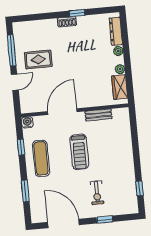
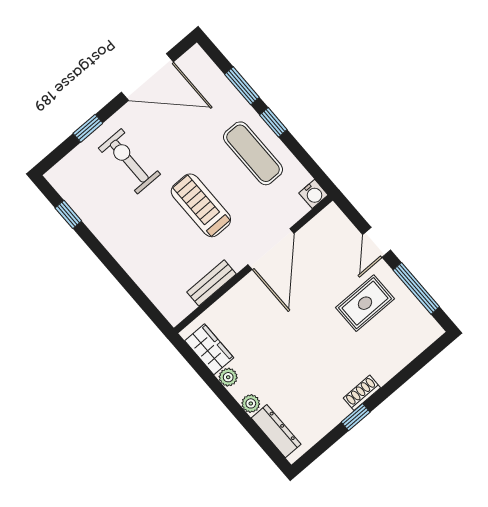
window: (21, 147) -> (273, 122), moved
exercise bike: (97, 193) -> (129, 161), width x1.38, depth x1.39

